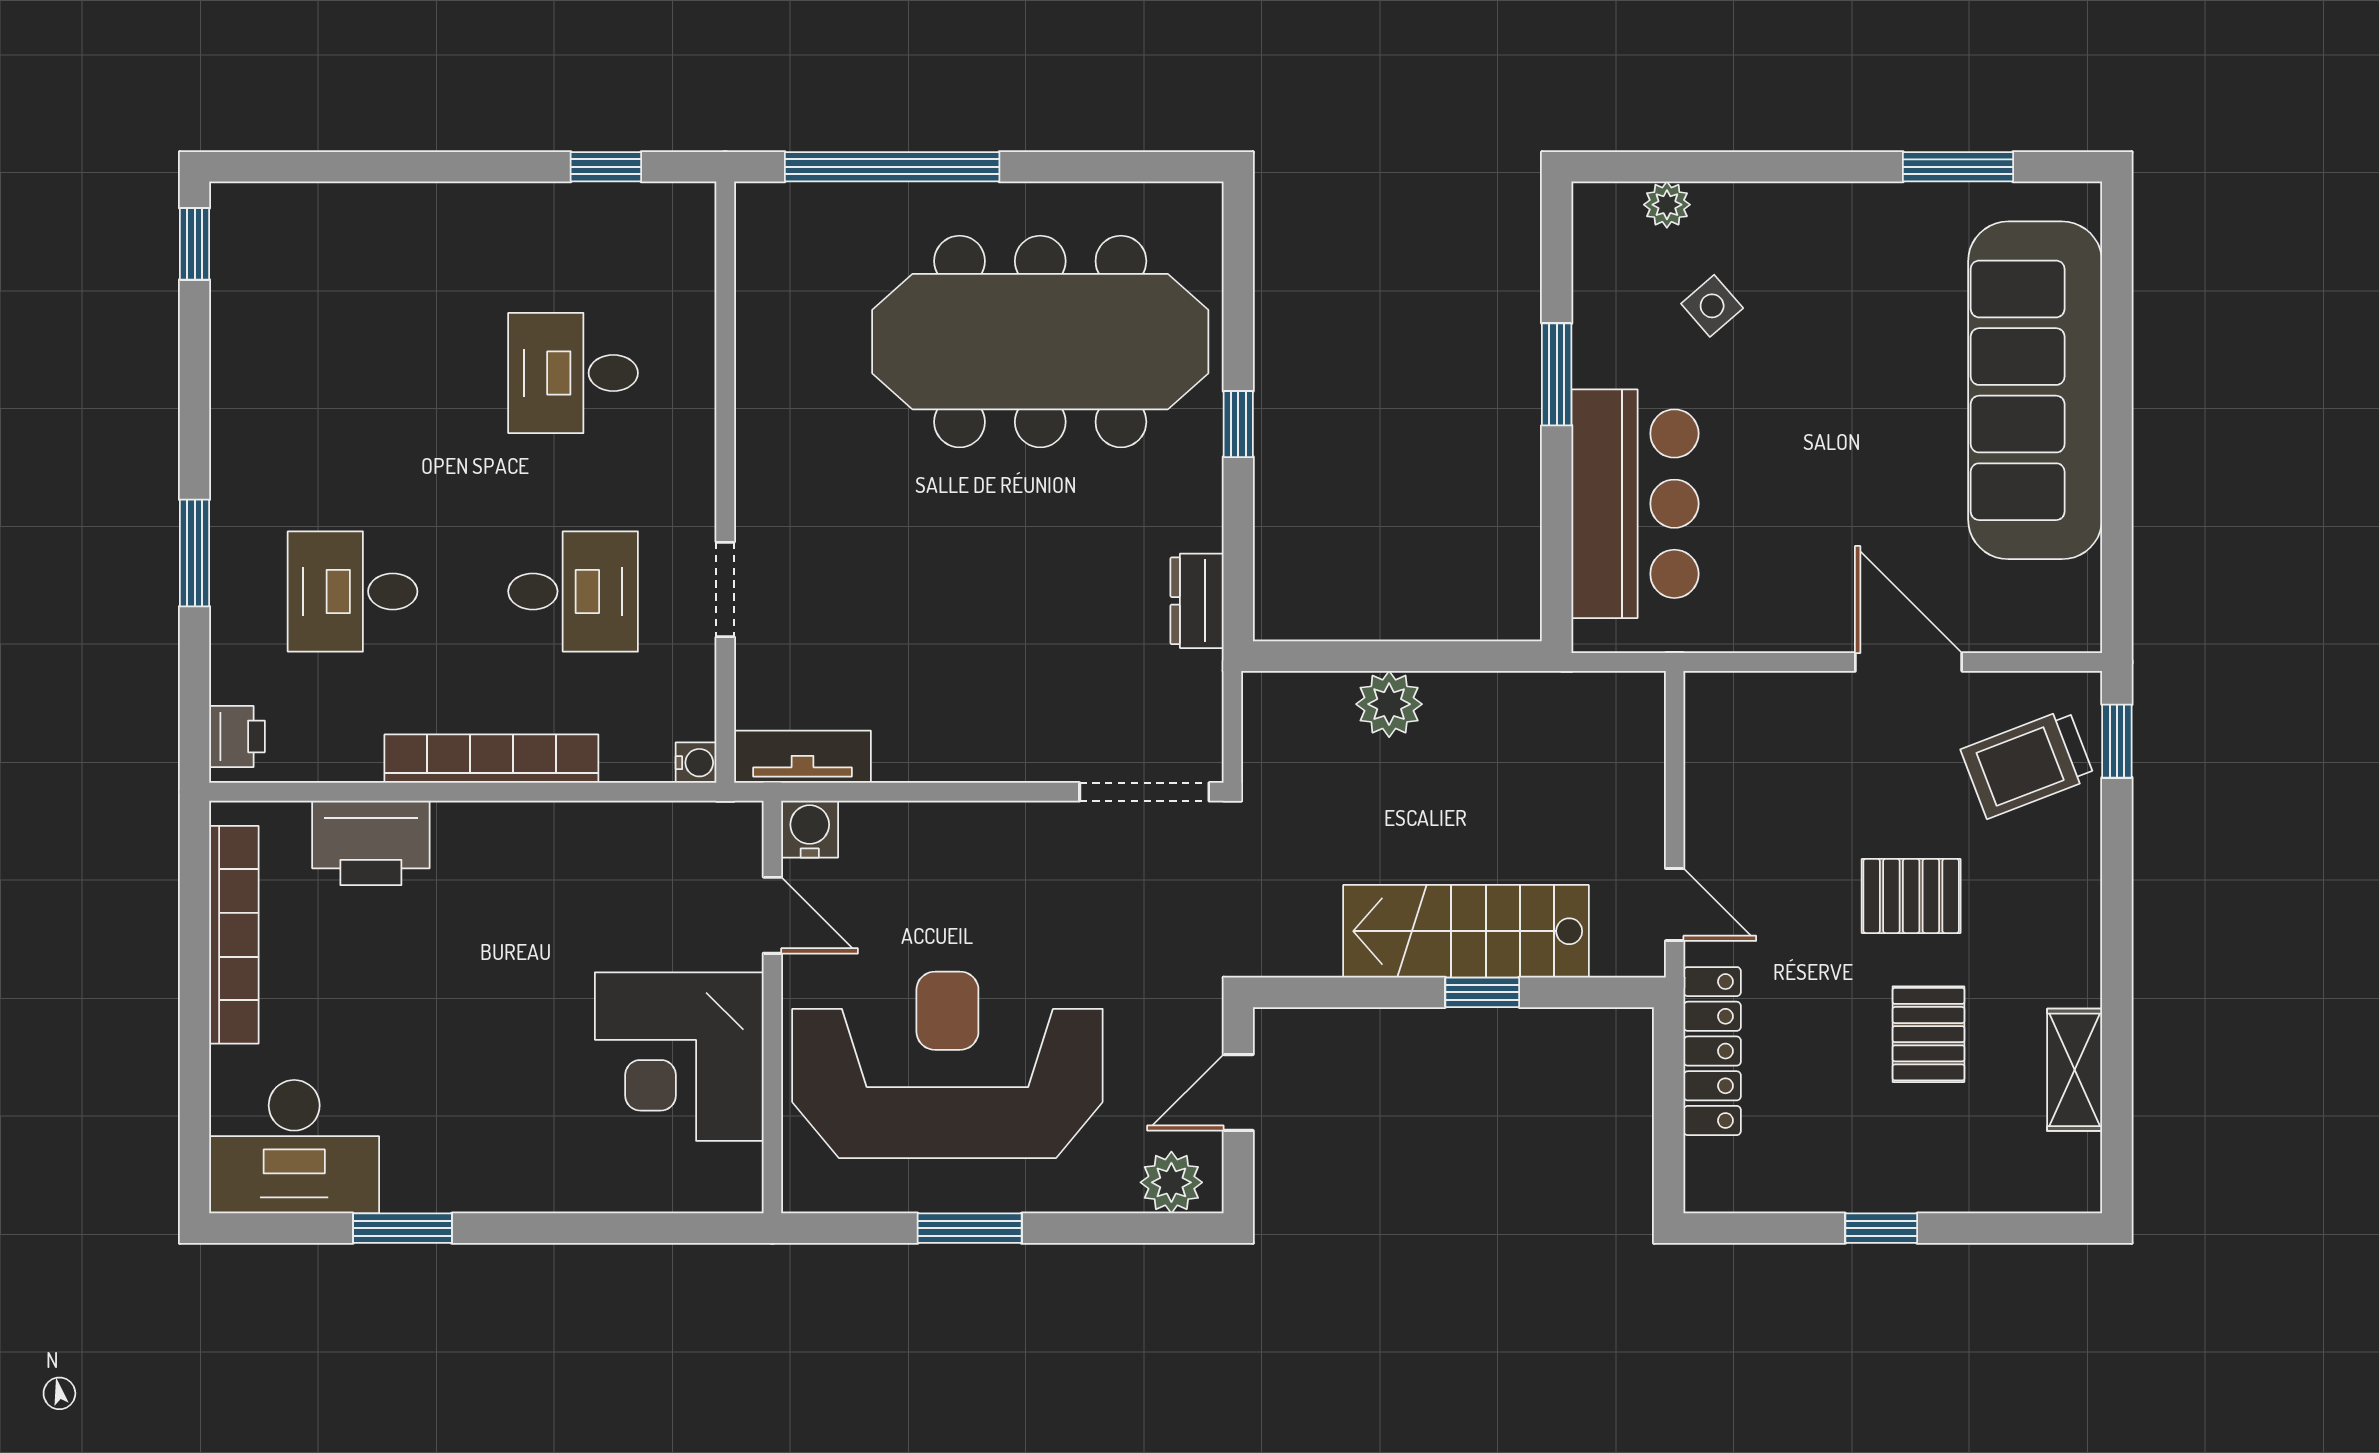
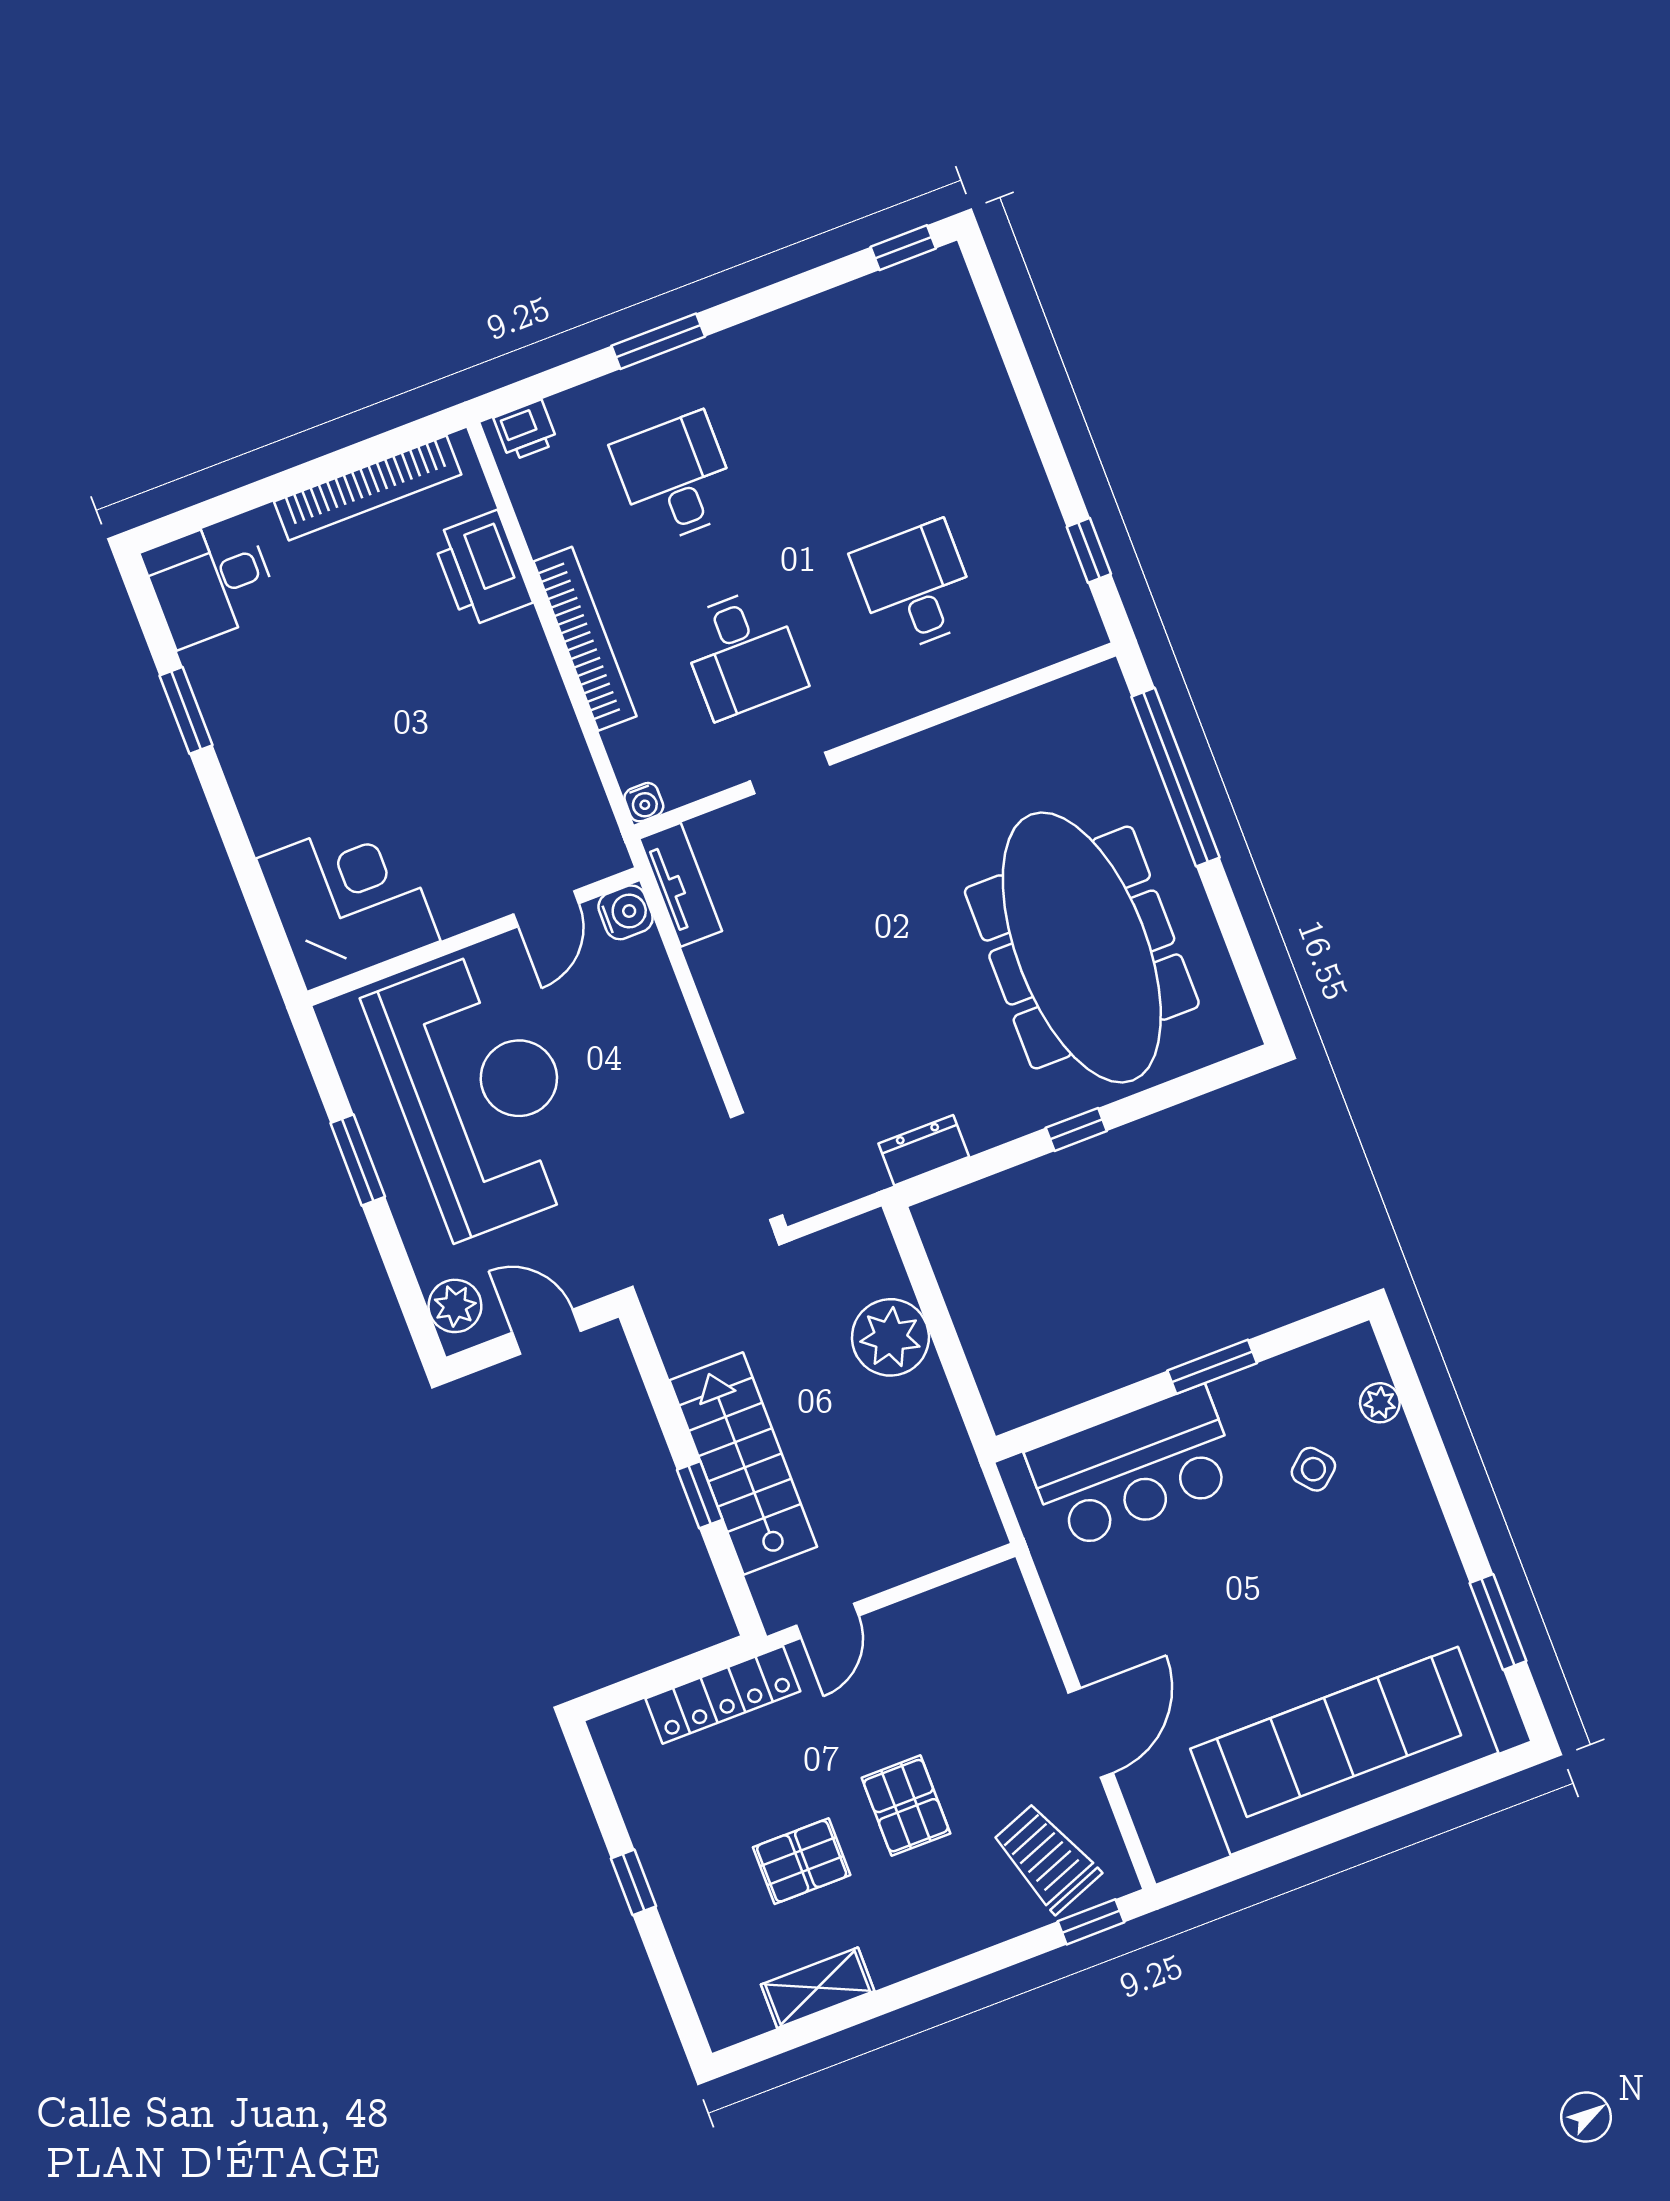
plant: (1389, 704) -> (890, 1337), width x1.36, depth x1.36
corner desk: (679, 1057) -> (348, 900), moved, turned 90
desk: (294, 1147) -> (211, 582), width x0.73

